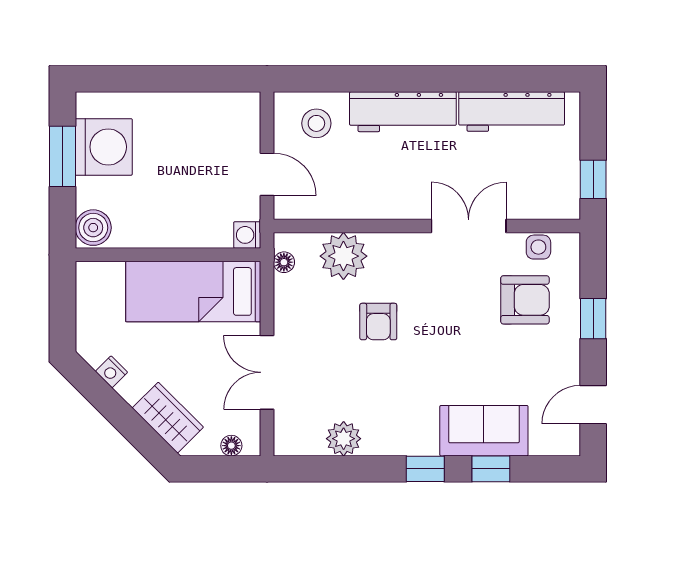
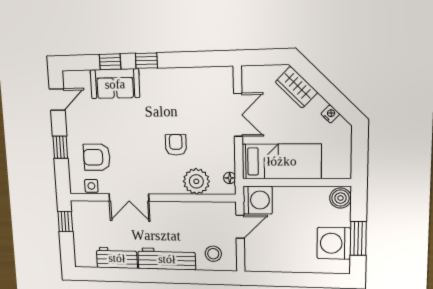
workbench: (512, 112) -> (117, 258), width x0.73
door: (267, 174) -> (240, 227), swing flipped
washing machine: (247, 235) -> (258, 200), width x1.89, depth x1.89
plant: (344, 439) -> (193, 77), removed
floor lamp: (231, 446) -> (258, 71), removed

